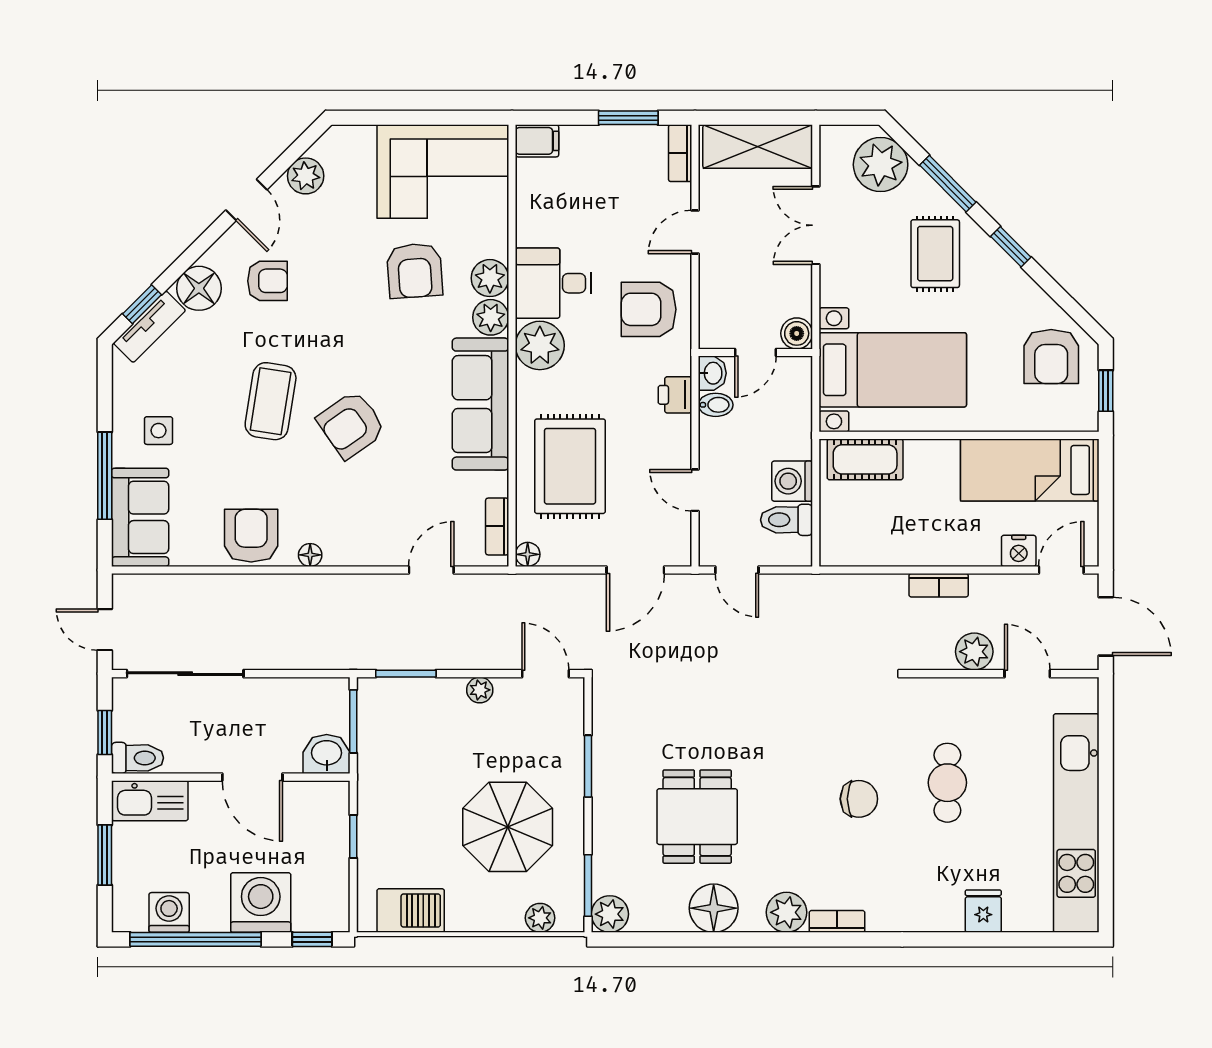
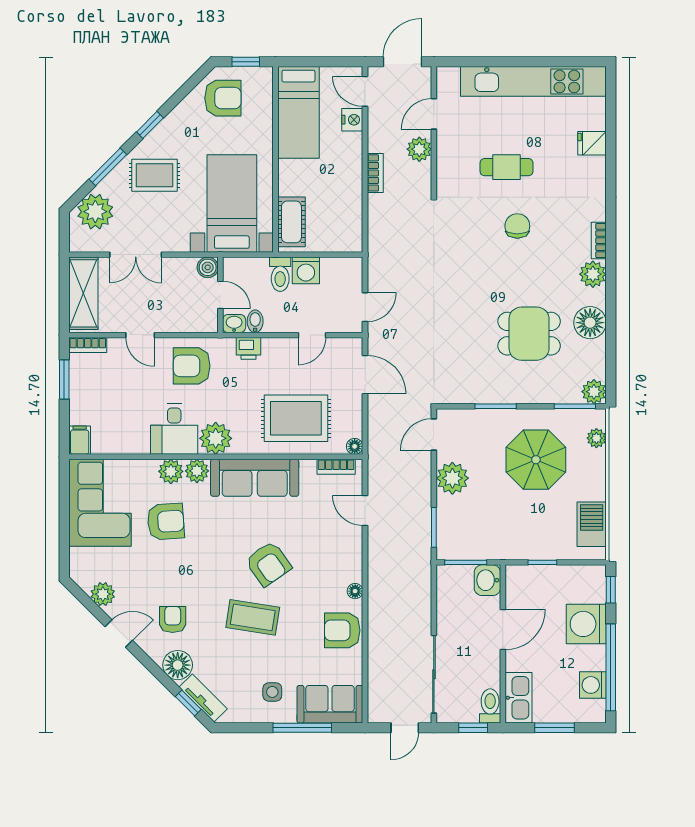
armchair: (649, 309) -> (192, 366), turned 90
toilet: (786, 520) -> (280, 274), moved
plant: (480, 690) -> (452, 478), width x1.87, depth x1.87

